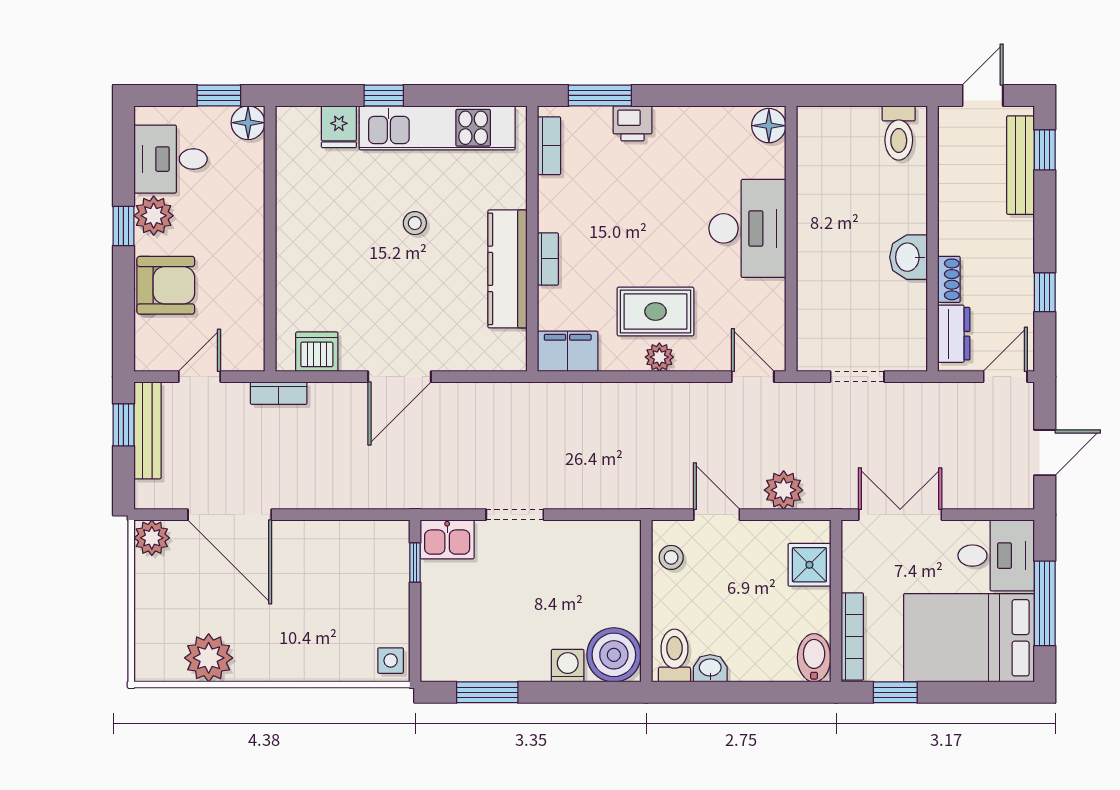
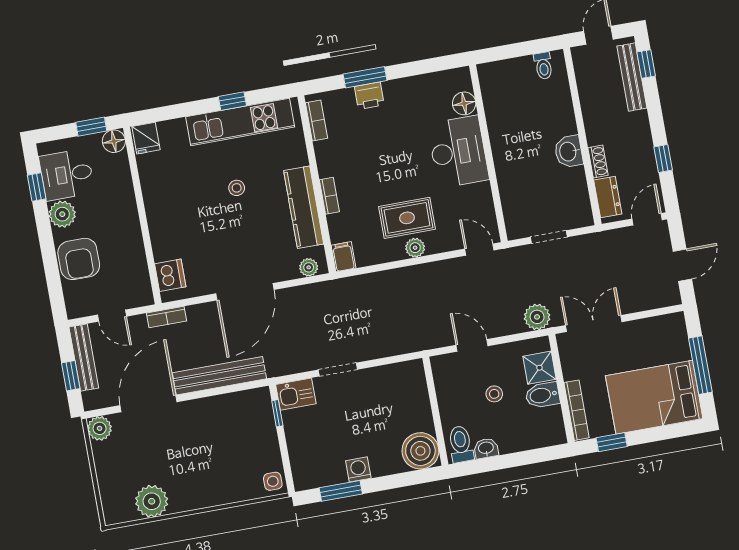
window: (384, 95) -> (232, 101), moved
window: (600, 95) -> (365, 77), moved
floor lamp: (769, 126) -> (464, 103), moved
fridge: (339, 127) -> (146, 138), moved
toilet: (899, 133) -> (543, 66), width x0.73, depth x0.72
window: (123, 226) -> (37, 187), moved
armchair: (166, 285) -> (79, 259), turned 90
filing cabinet: (568, 351) -> (343, 257), width x0.50
dishwasher: (317, 352) -> (170, 275), moved, turned 90
plant: (499, 358) -> (309, 267), added
door: (199, 377) -> (112, 316), swing flipped
door: (400, 377) -> (245, 292), width x1.36
window: (123, 425) -> (71, 376), moved
plant: (784, 490) -> (537, 317), moved
bench: (340, 493) -> (219, 376), added
door: (230, 515) -> (149, 404), swing flipped
desk: (996, 556) -> (662, 339), removed
stool: (671, 557) -> (494, 394), moved
bidet: (814, 658) -> (543, 395), moved, turned -90
washing machine: (568, 666) -> (358, 469), moved

